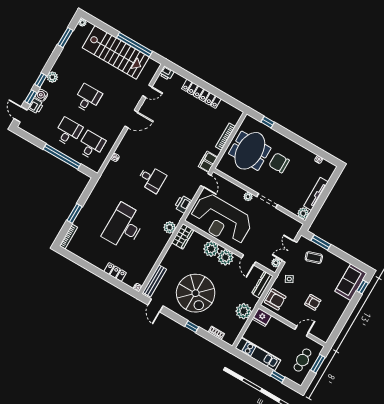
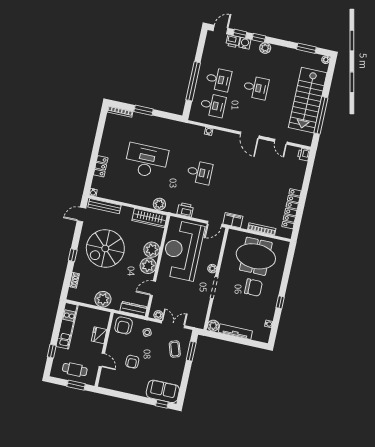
locker: (201, 94) -> (291, 209), moved
window: (268, 122) -> (280, 302), moved
chair: (279, 163) -> (253, 288), turned 90
desk: (152, 179) -> (200, 172), turned -90
wardrobe: (183, 236) -> (149, 218), width x1.50
fridge: (262, 317) -> (99, 335), moved

